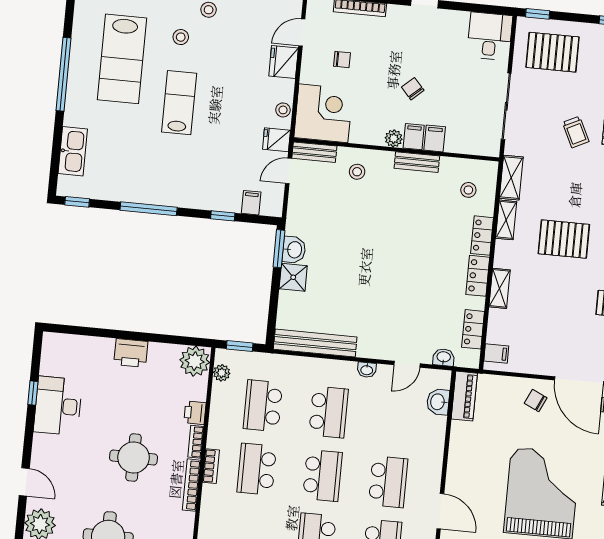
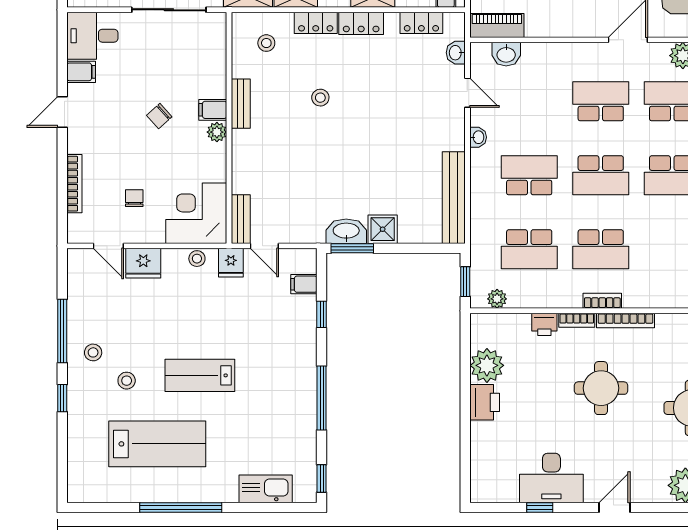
filing cabinet: (435, 138) -> (81, 72), moved, turned 180
stool: (357, 172) -> (320, 98), moved
washbasin: (294, 250) -> (346, 231), width x1.38
plant: (195, 361) -> (487, 365), moved
school desk: (322, 475) -> (601, 175), turned 180
door: (24, 482) -> (614, 508), moved

